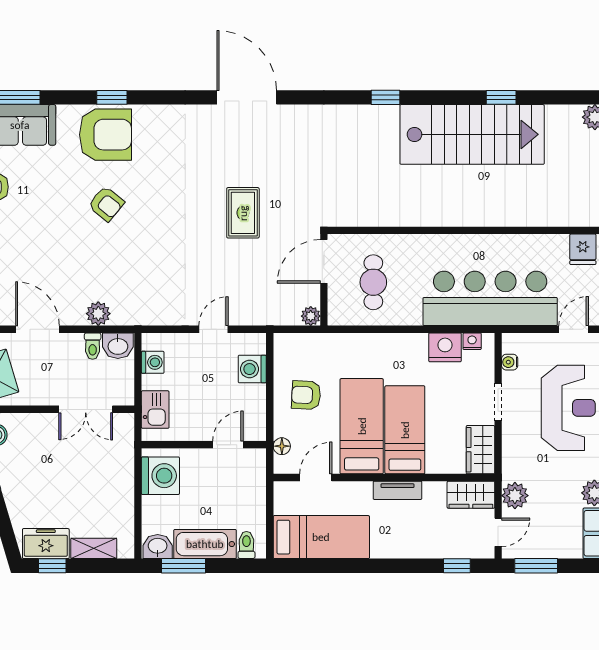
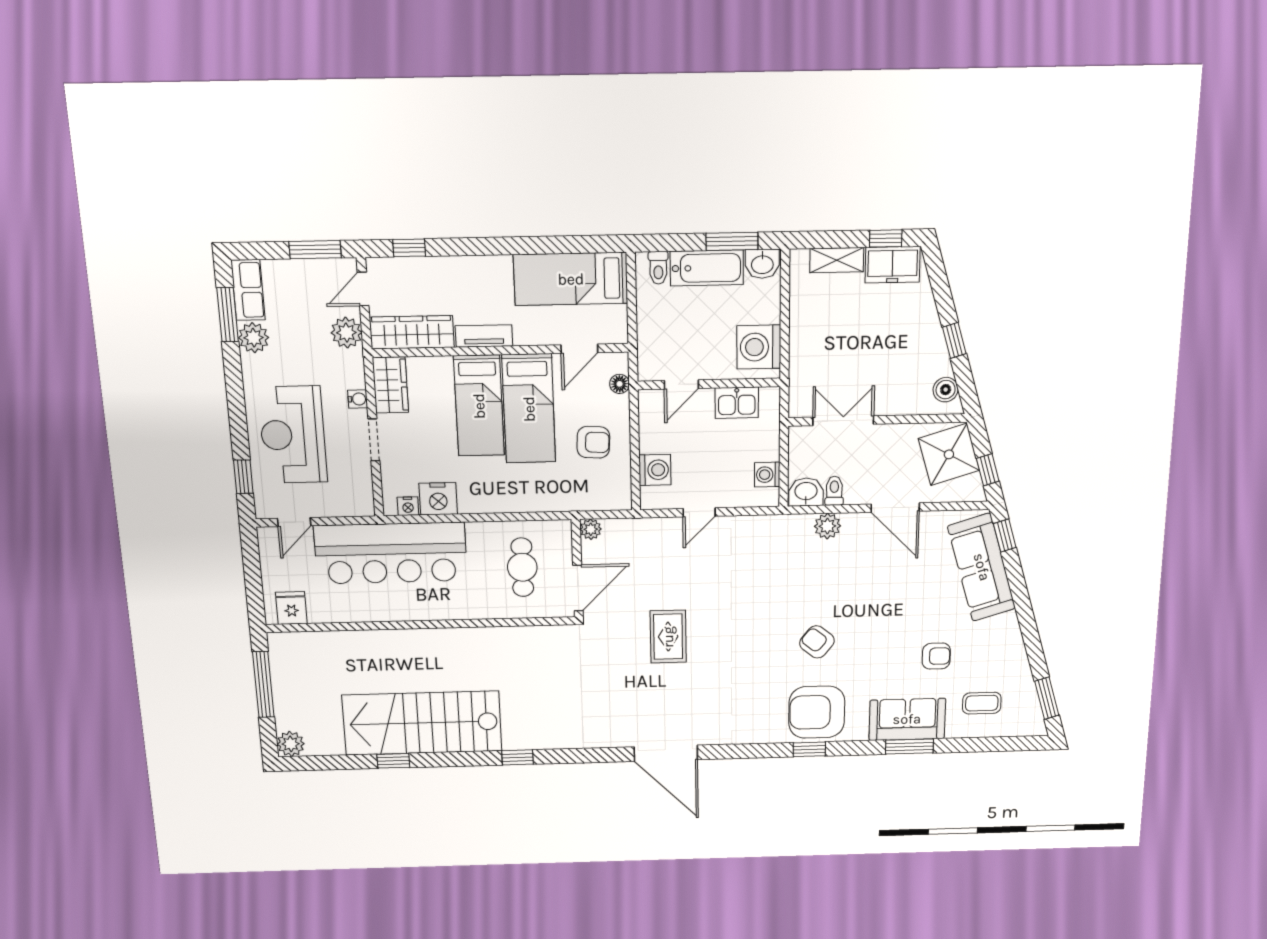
water cooler: (510, 362) -> (358, 399), moved
kitchen sink: (155, 410) -> (737, 403), moved, turned -90
wardrobe: (471, 495) -> (412, 332), width x1.50

